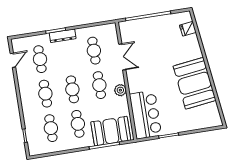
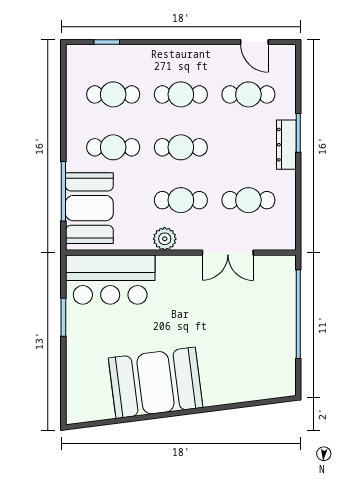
fridge: (188, 29) -> (262, 386), removed

